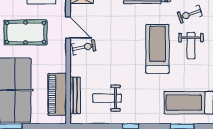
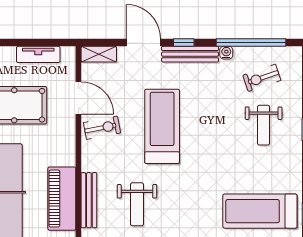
treadmill: (157, 49) -> (162, 126), moved
weight bench: (107, 98) -> (137, 204), turned -90

